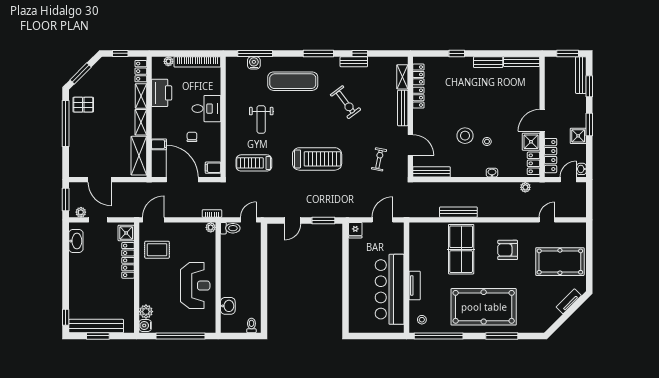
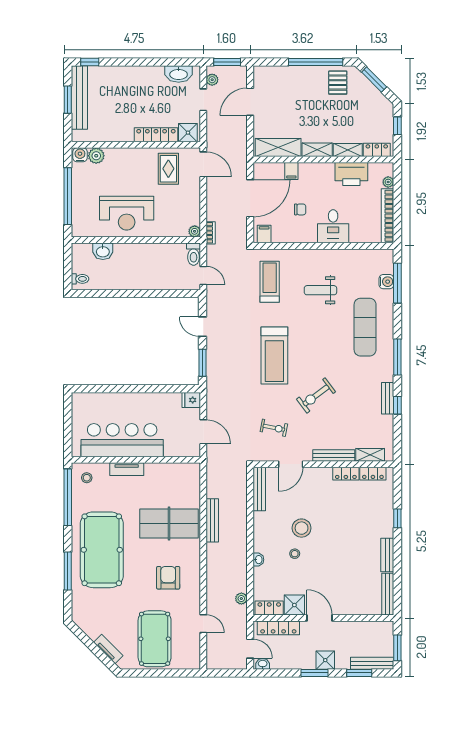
exercise bike: (346, 102) -> (316, 395), moved
shower: (578, 136) -> (325, 660), moved

